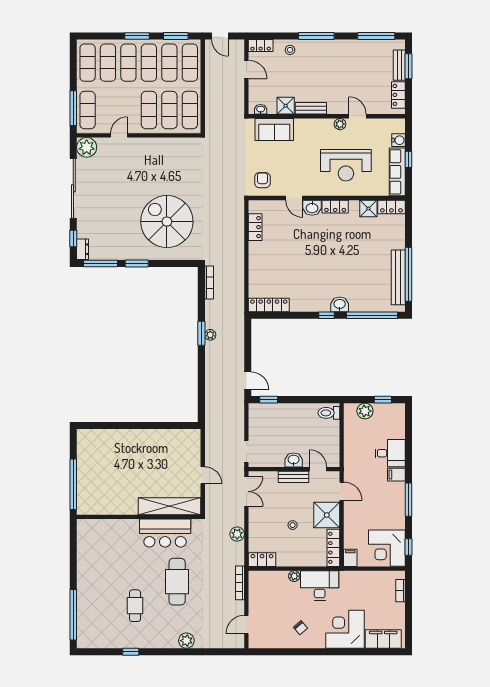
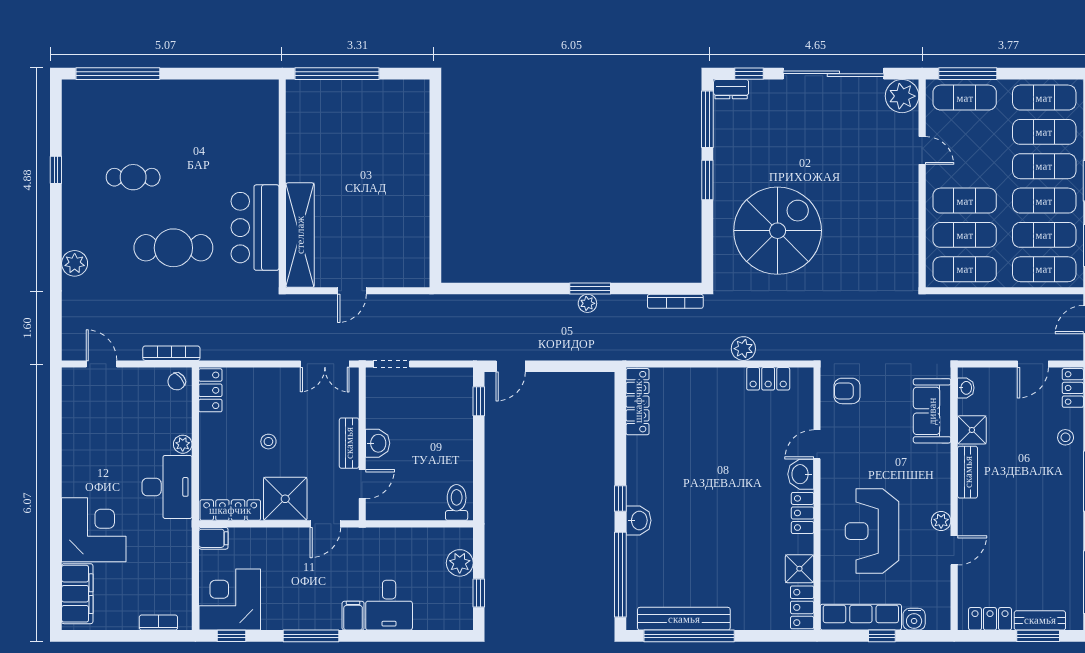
armchair: (262, 180) -> (847, 391), turned 180
plant: (237, 534) -> (743, 349), moved
chair: (300, 628) -> (177, 381), moved

